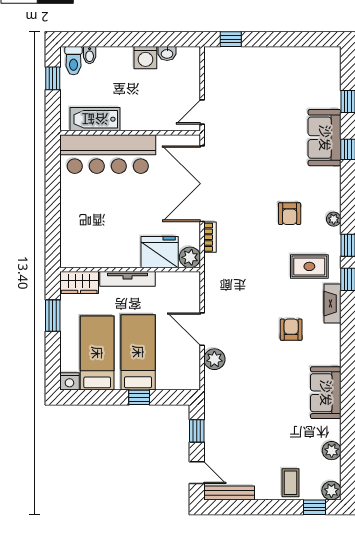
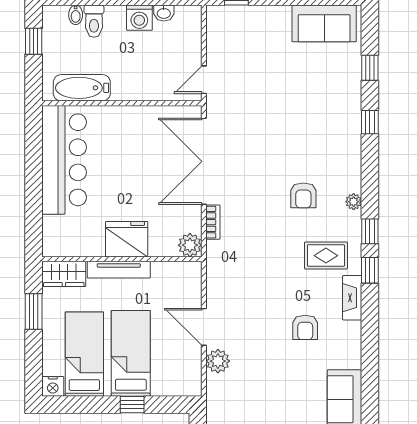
toilet: (73, 61) -> (94, 21), moved
sofa: (325, 138) -> (324, 23), moved, turned -90
bar counter: (108, 154) -> (64, 160), moved, turned -90
fridge: (160, 252) -> (127, 239), moved
armchair: (291, 330) -> (305, 327), turned 180

